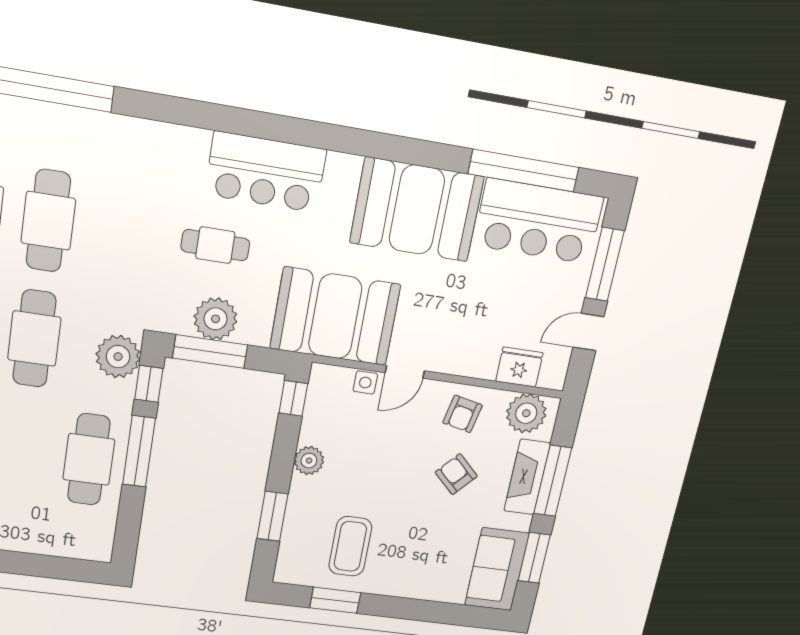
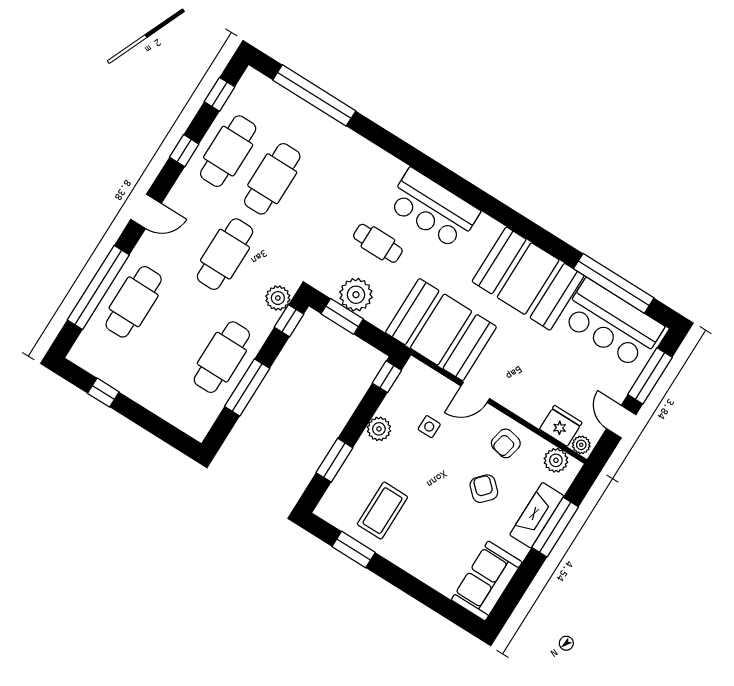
door: (588, 332) -> (621, 422), hinge flipped
window: (210, 352) -> (342, 316), width x0.69
plant: (118, 357) -> (278, 298), width x0.73, depth x0.73
plant: (551, 378) -> (581, 445), added
side table: (365, 382) -> (429, 427), moved
plant: (526, 413) -> (556, 460), width x0.73, depth x0.73
window: (139, 451) -> (247, 387), moved
window: (534, 558) -> (519, 585), removed

